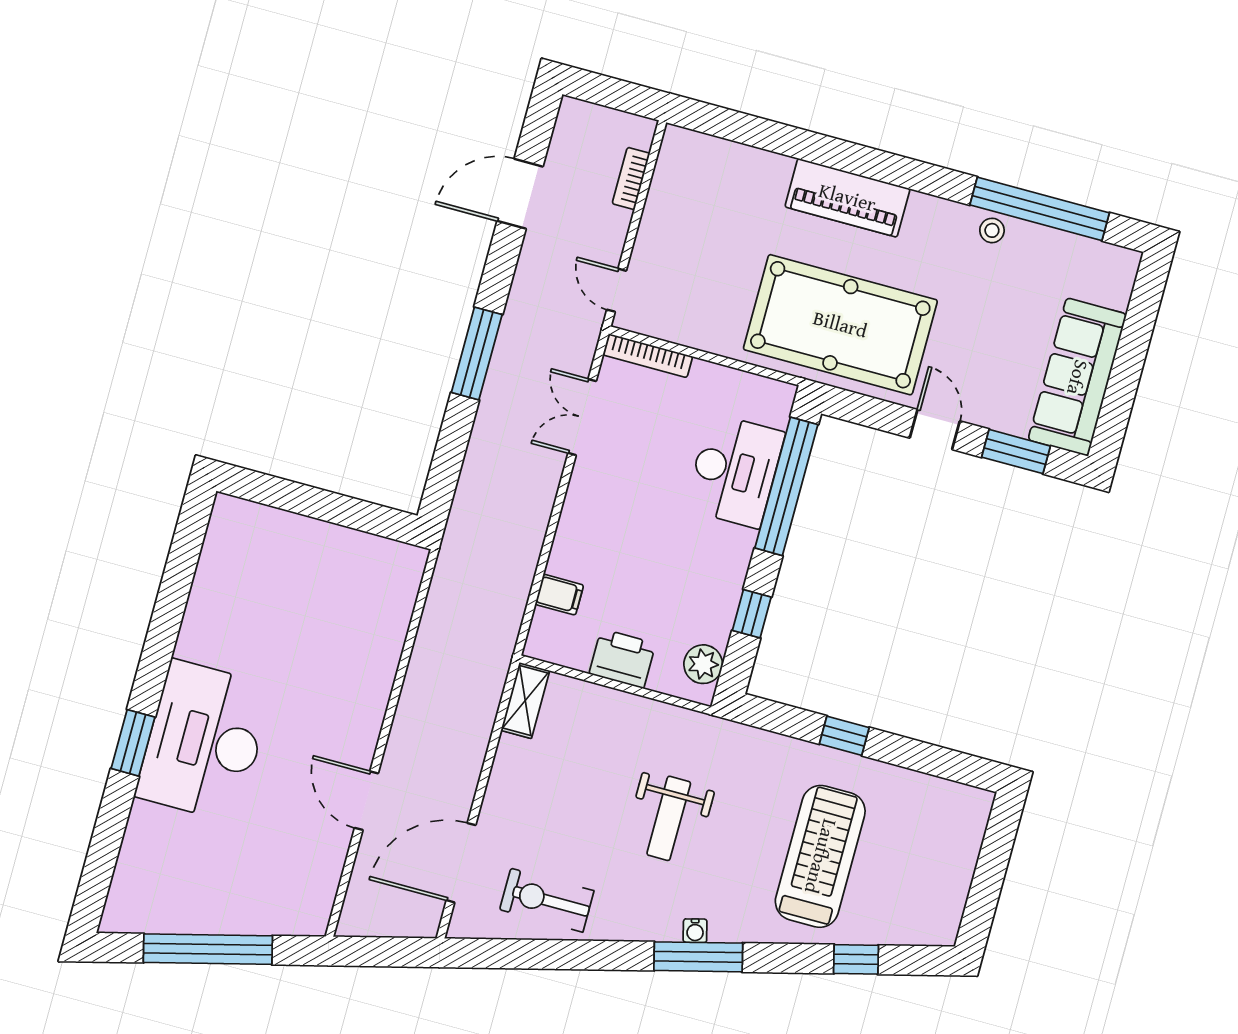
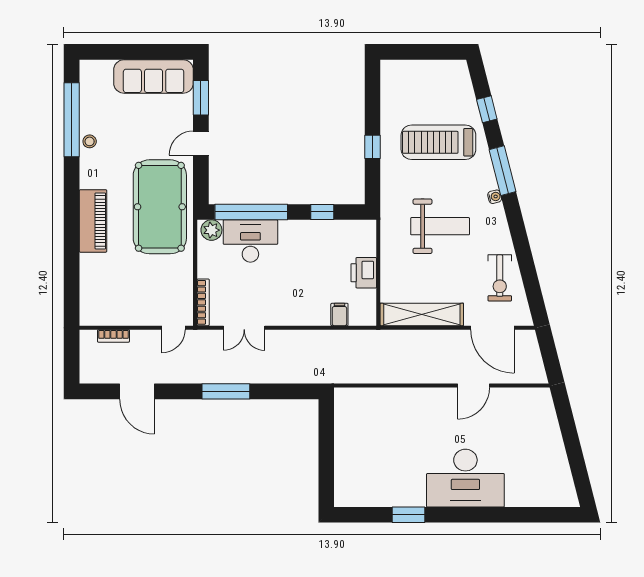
plant: (703, 664) -> (211, 230), moved
shelving: (525, 700) -> (422, 314), width x2.20, depth x1.33
window: (133, 743) -> (408, 515), moved
weight bench: (669, 818) -> (440, 226), width x1.36, depth x1.33
window: (208, 949) -> (573, 447), removed
window: (698, 957) -> (502, 171), moved

